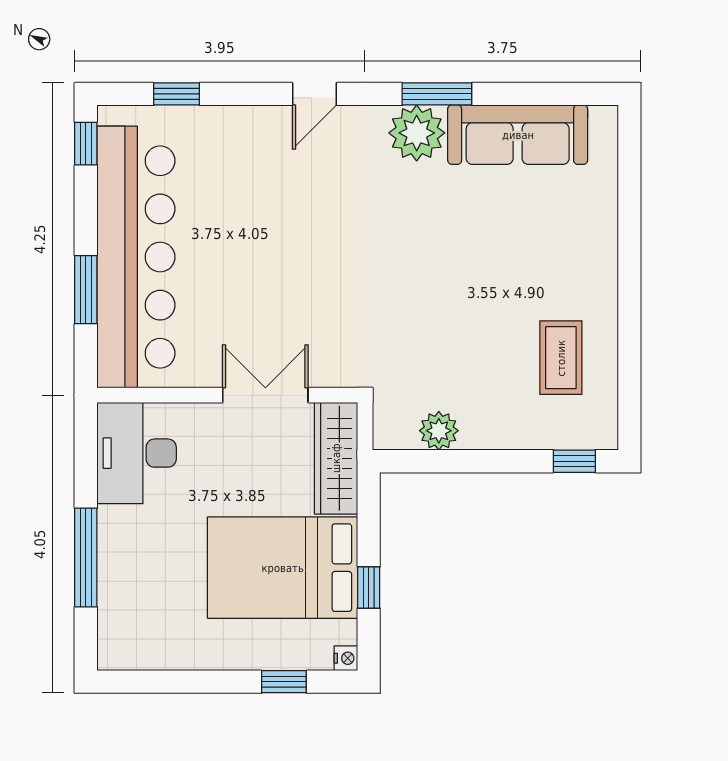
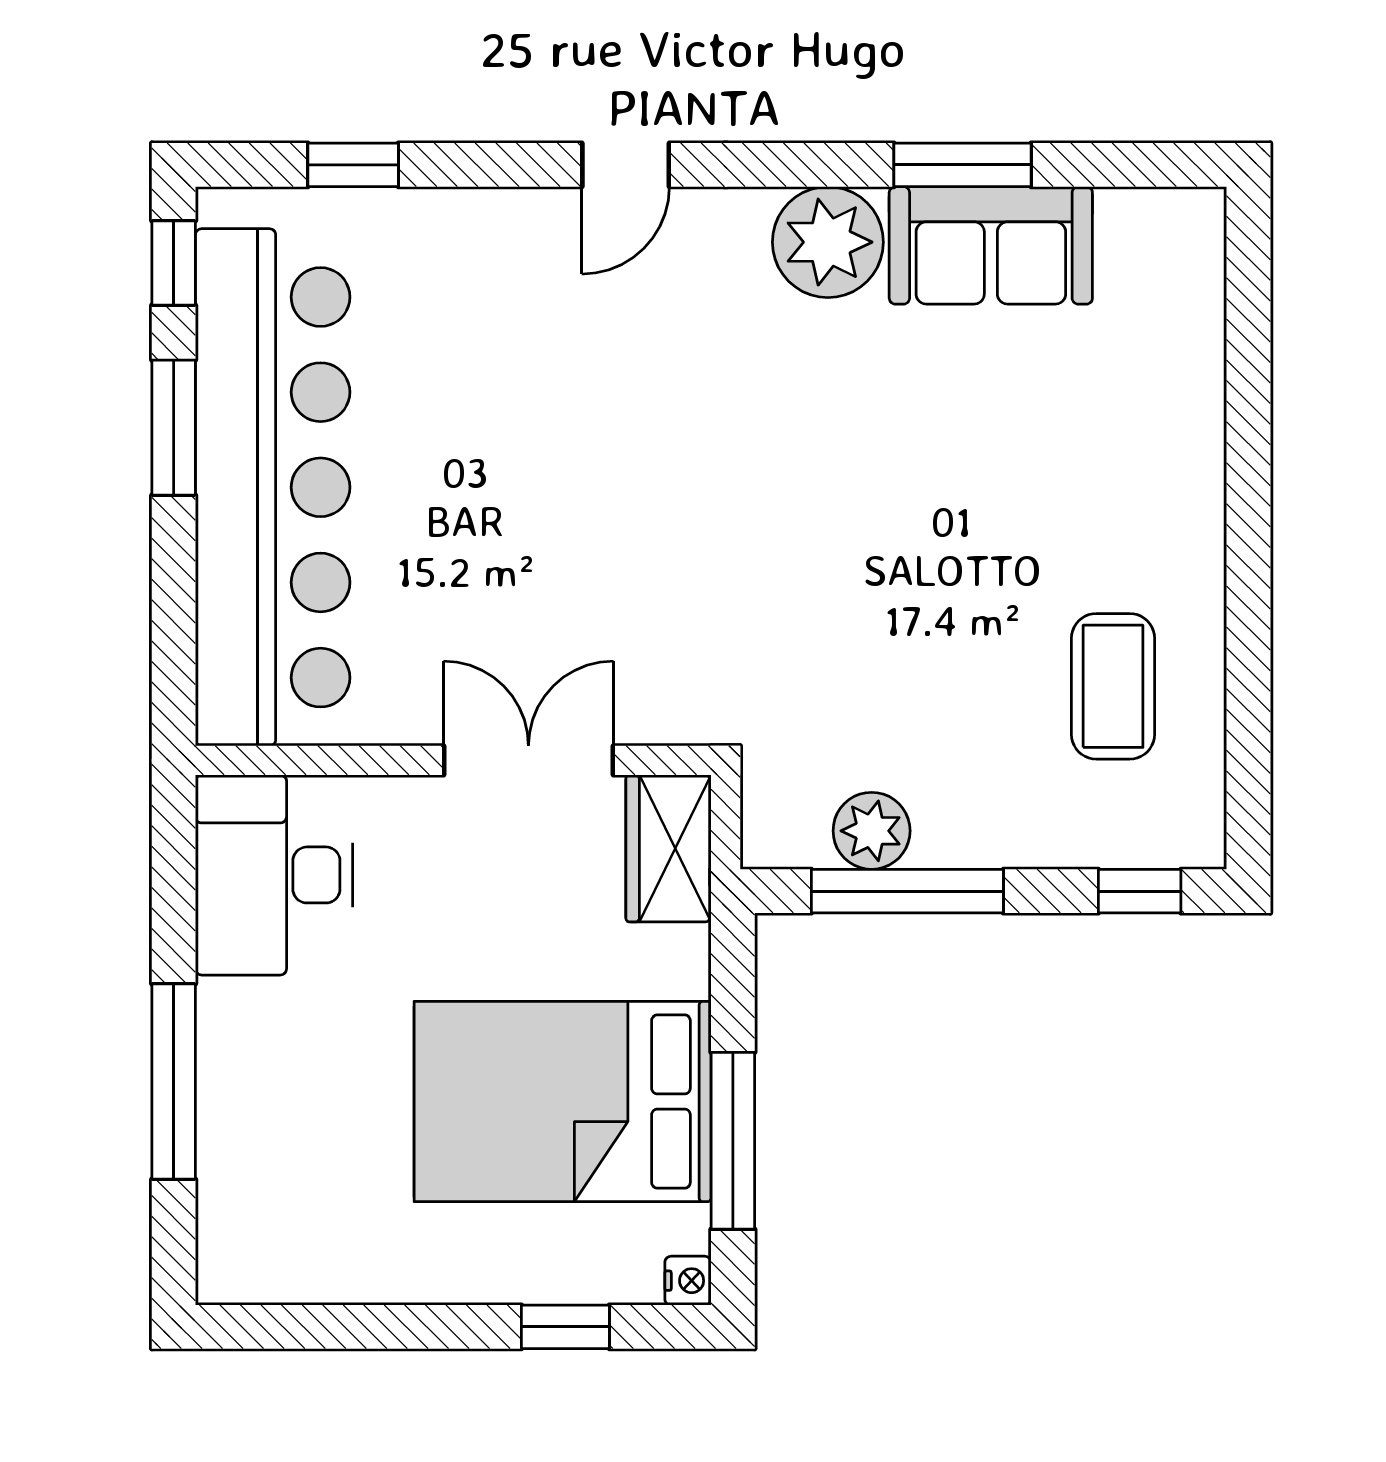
window: (437, 94) -> (962, 165), moved
sofa: (518, 135) -> (991, 245), width x0.73
window: (86, 290) -> (174, 428), moved
wardrobe: (336, 458) -> (668, 848), width x0.67
window: (457, 461) -> (907, 891), added
window: (369, 588) -> (733, 1141), width x2.17

